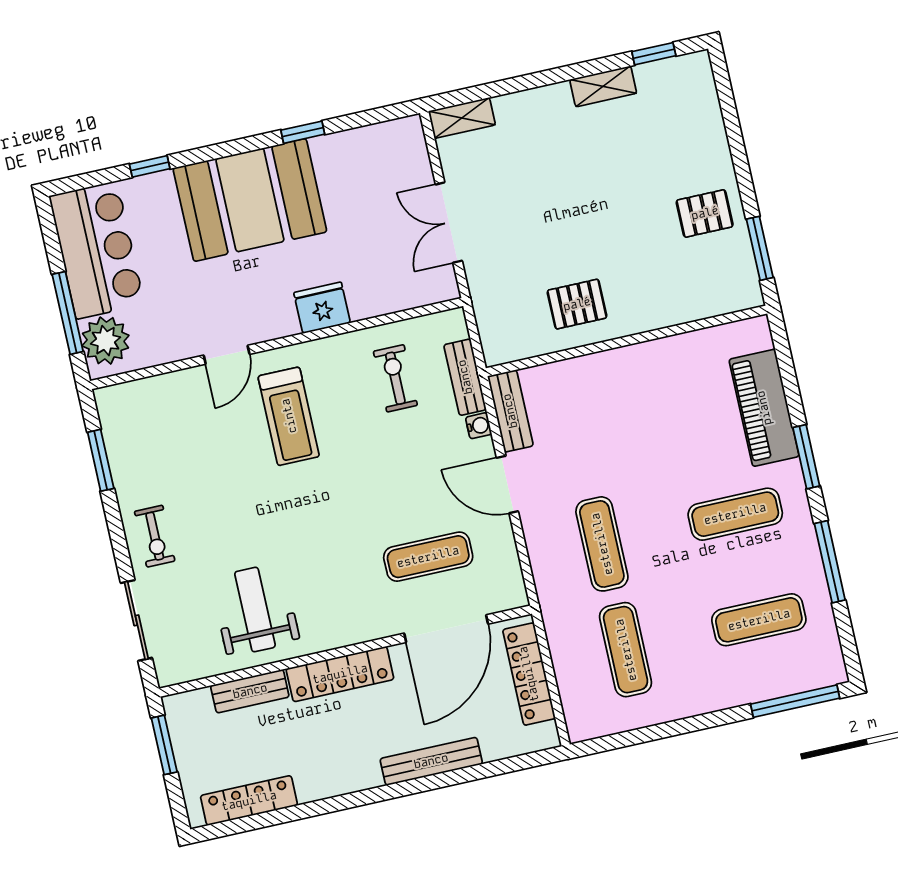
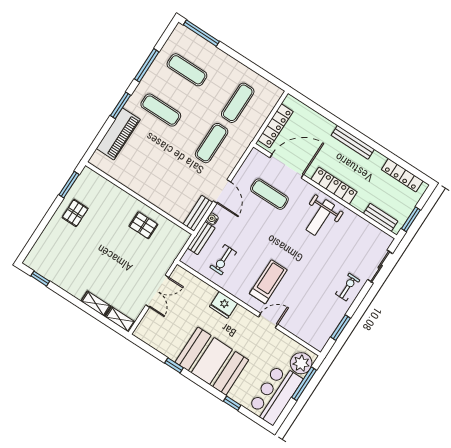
shelving: (603, 86) -> (96, 304), moved
pallet: (705, 213) -> (75, 213), turned 90
weight bench: (255, 610) -> (320, 217), moved
bench: (250, 691) -> (381, 217), moved
bench: (431, 761) -> (353, 142), moved

